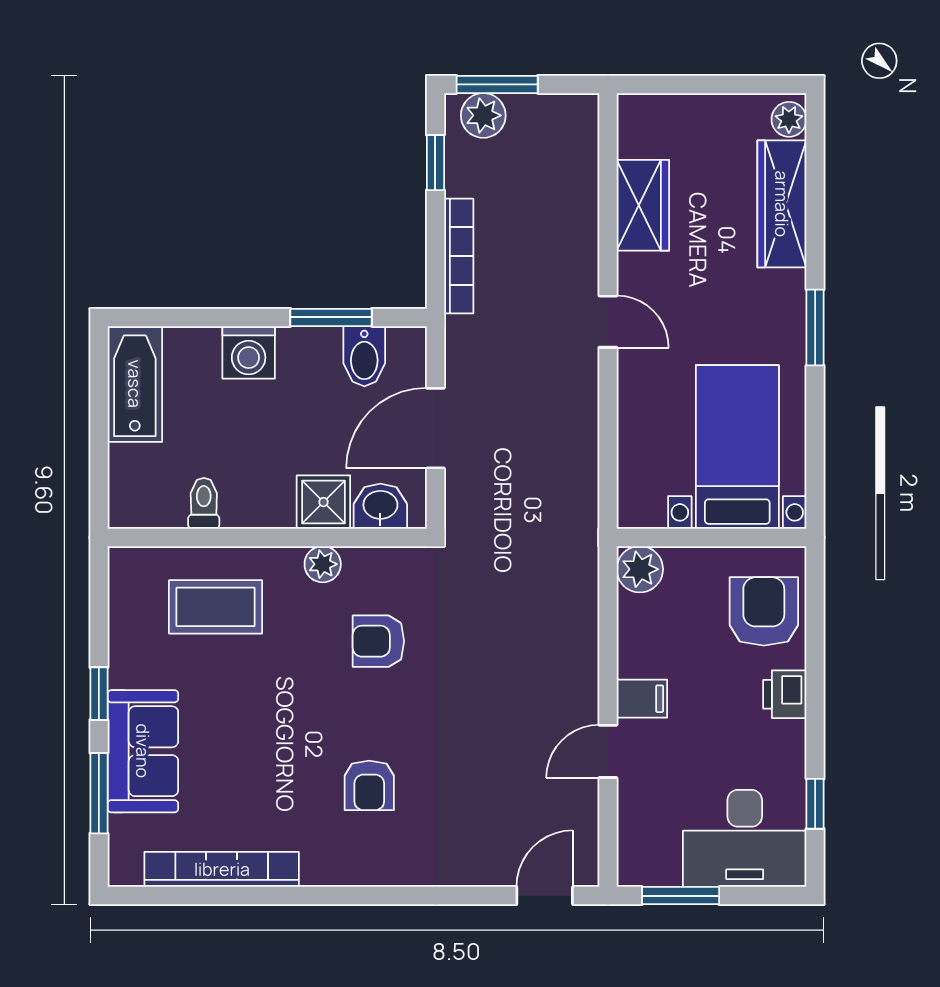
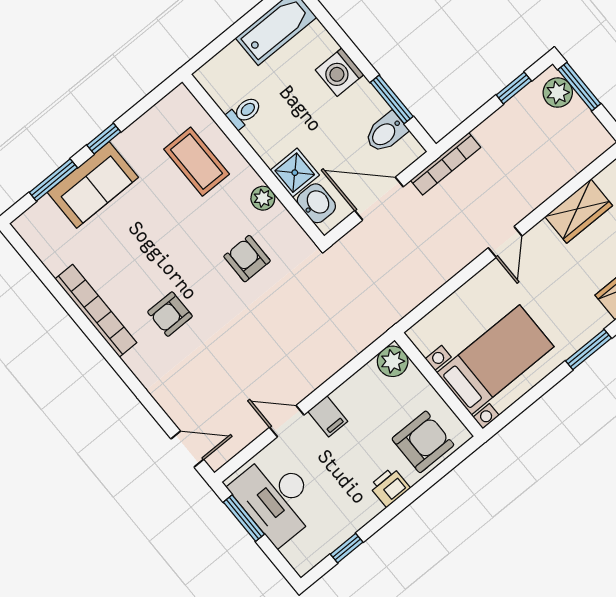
bookcase: (459, 256) -> (446, 164), moved
desk: (745, 838) -> (276, 498), moved
bookcase: (222, 869) -> (96, 311), moved

